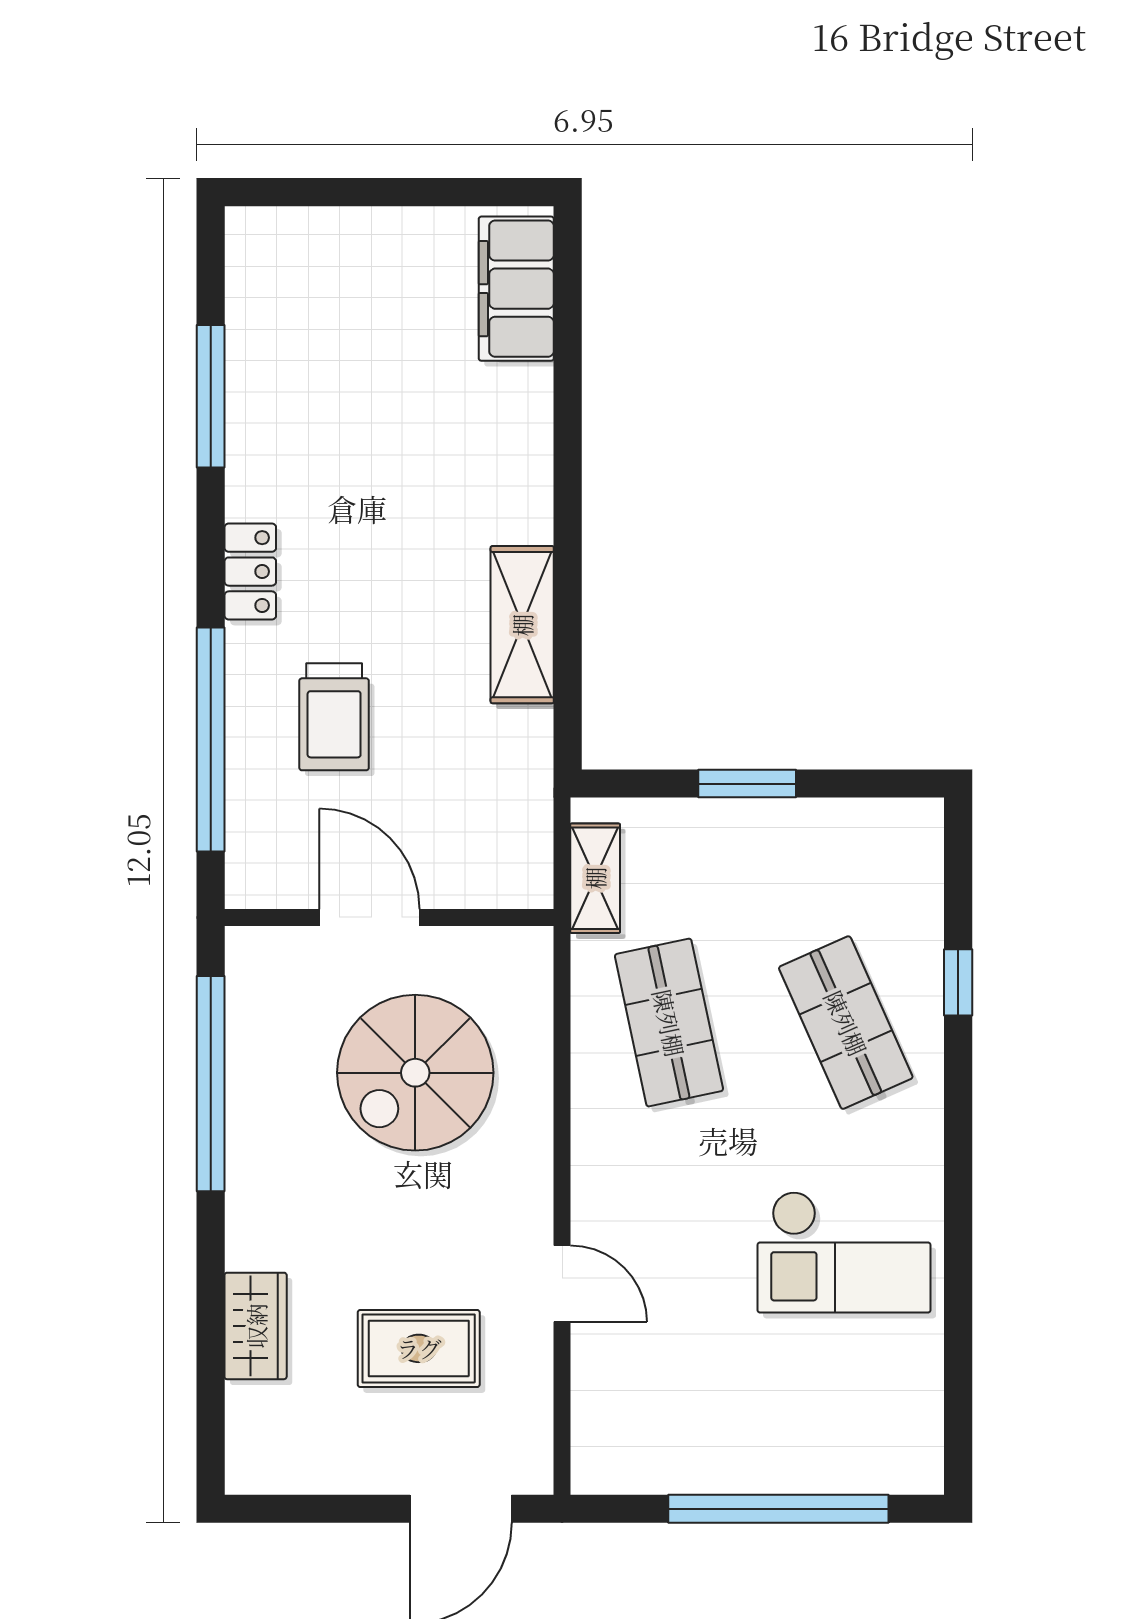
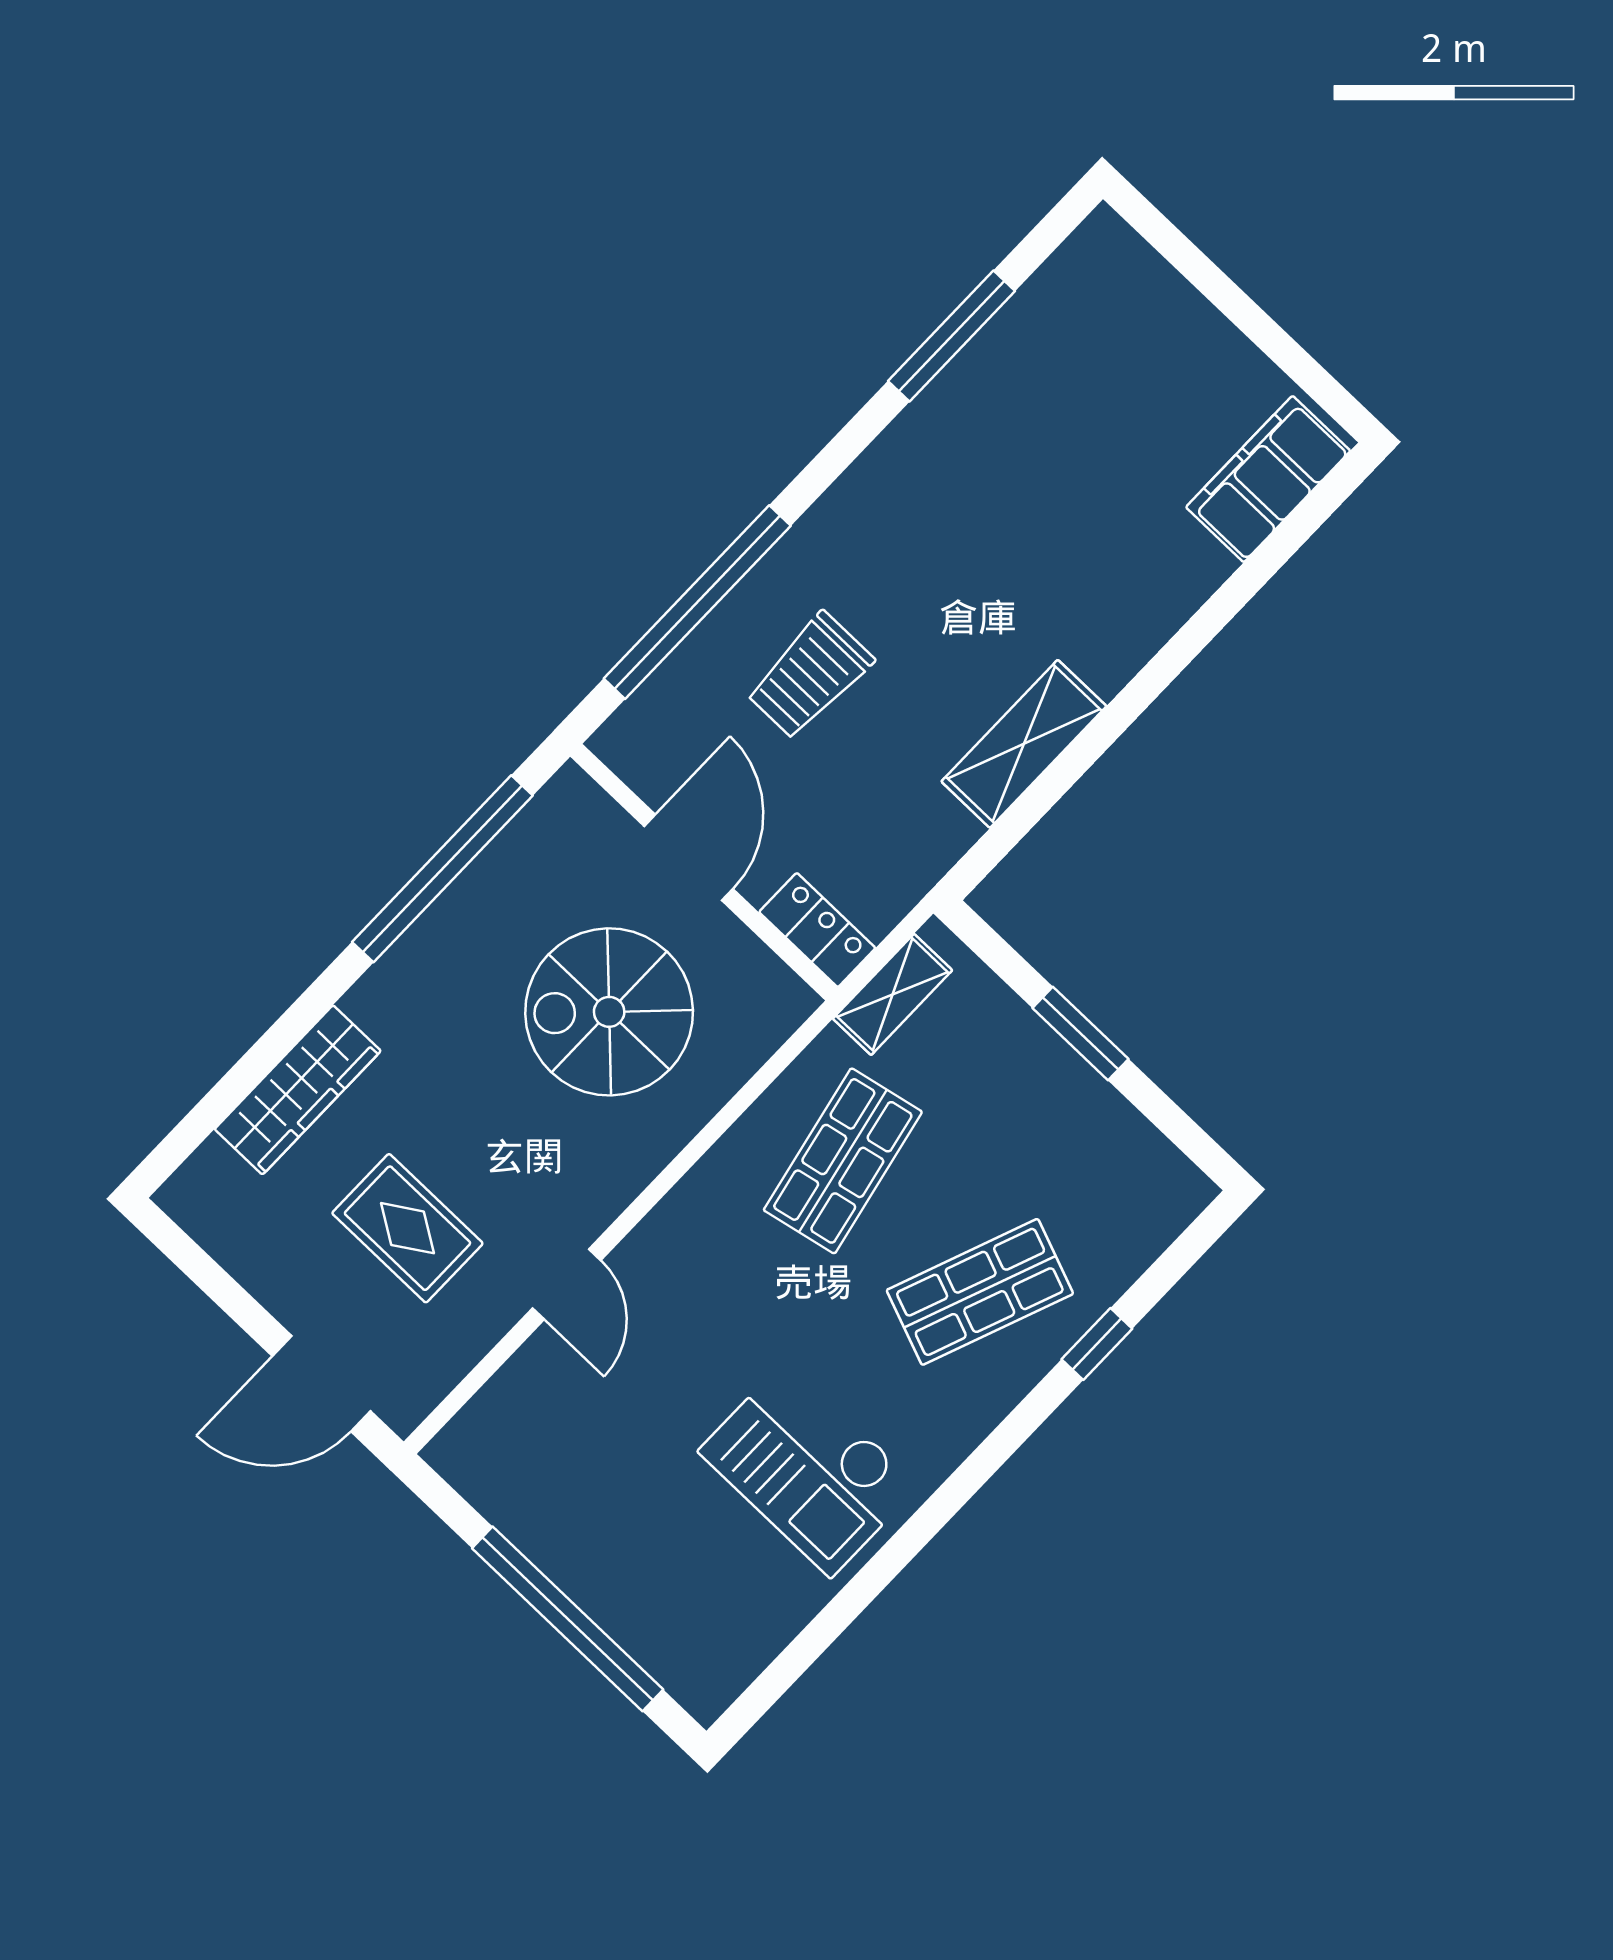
locker: (250, 572) -> (817, 930), moved, turned -90
shop shelf: (846, 1023) -> (980, 1292), turned 45
wardrobe: (256, 1326) -> (298, 1090), width x1.50

